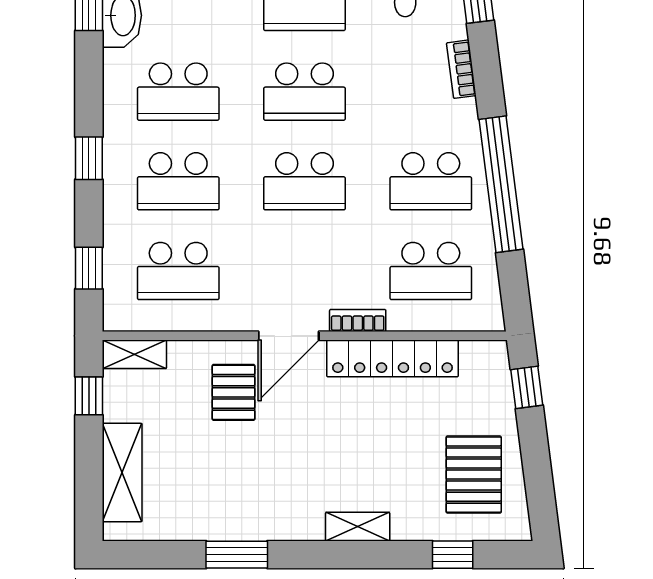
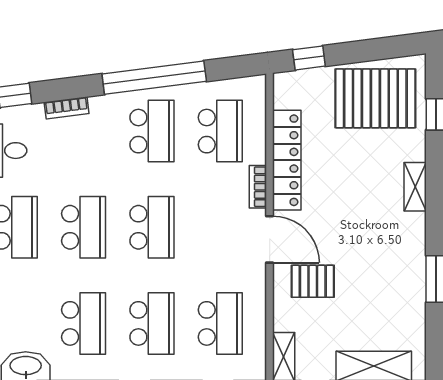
pallet: (474, 475) -> (375, 98), width x1.37, depth x1.41

